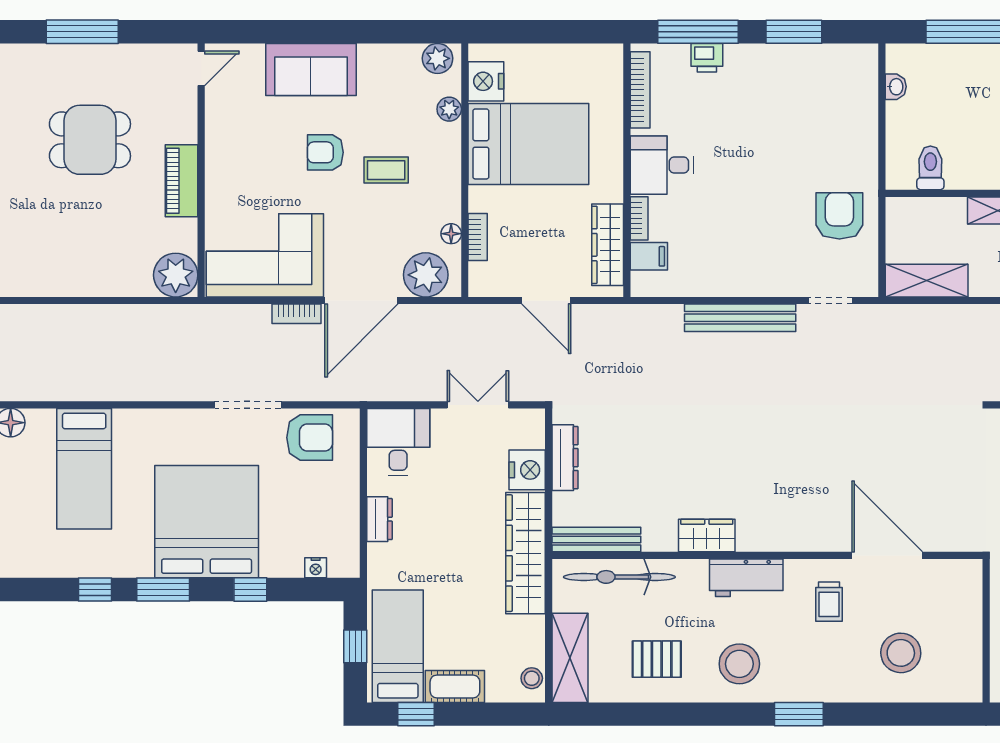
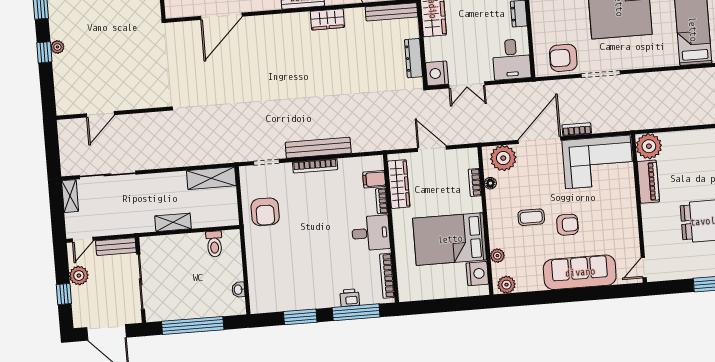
sofa: (311, 69) -> (580, 272), width x1.36
piano: (182, 181) -> (648, 182), moved
bookcase: (748, 287) -> (315, 166), added
nightstand: (527, 470) -> (437, 73), moved
door: (887, 555) -> (221, 16), hinge flipped

